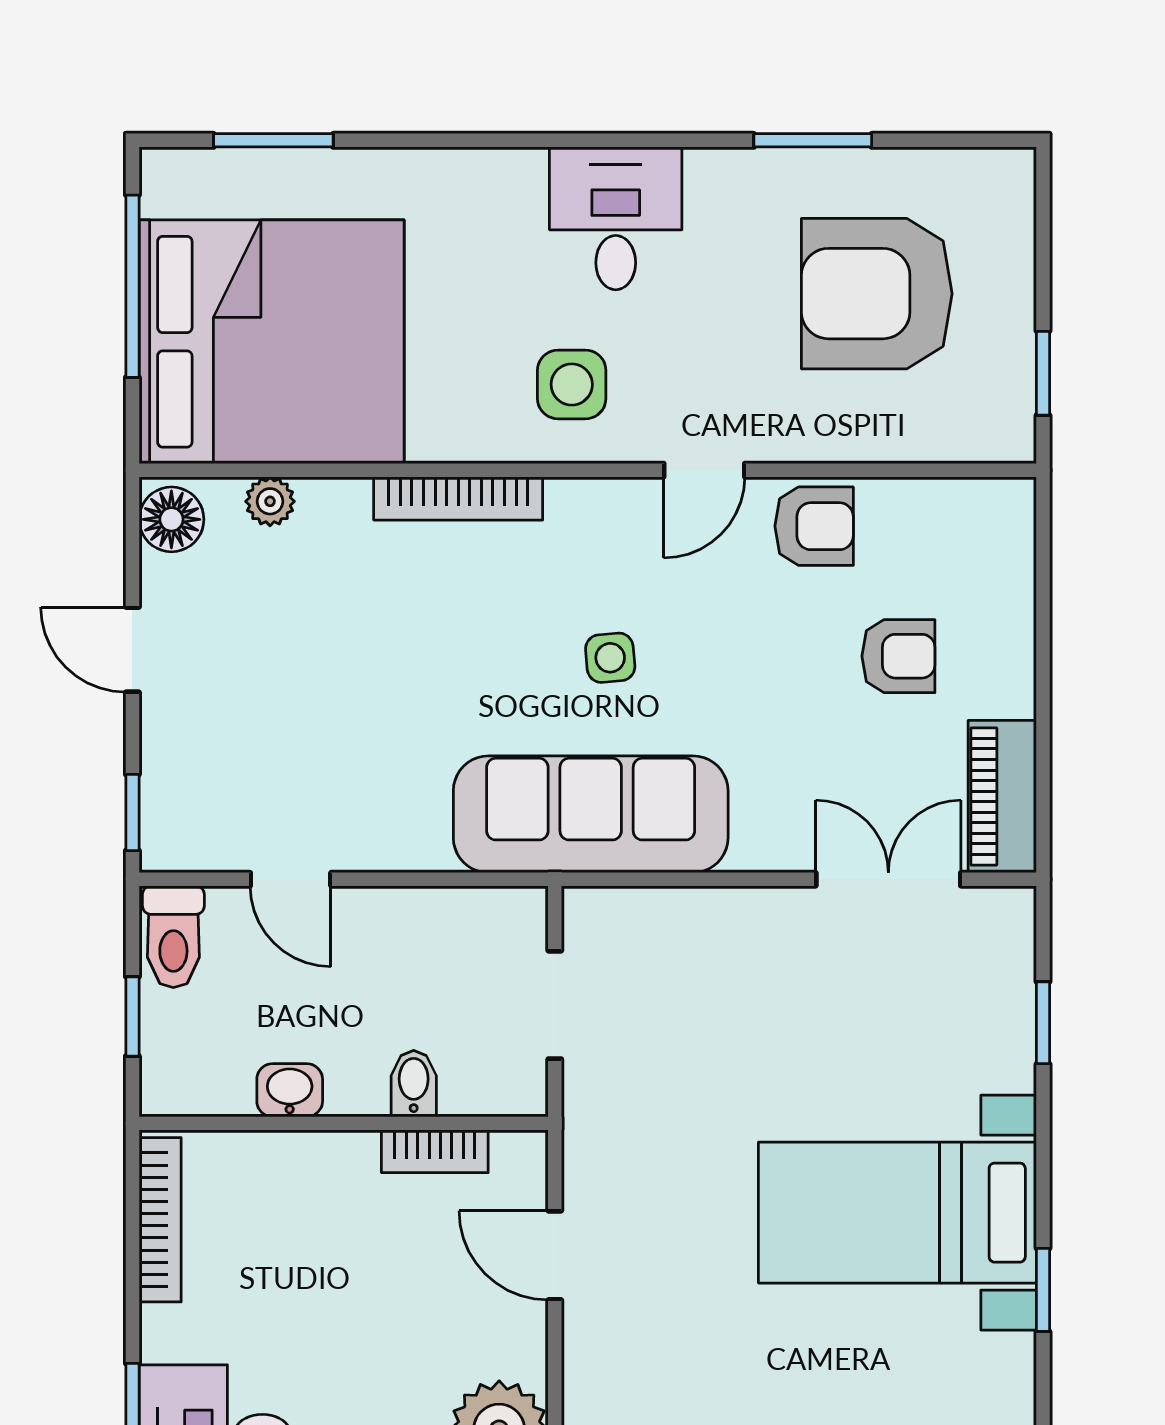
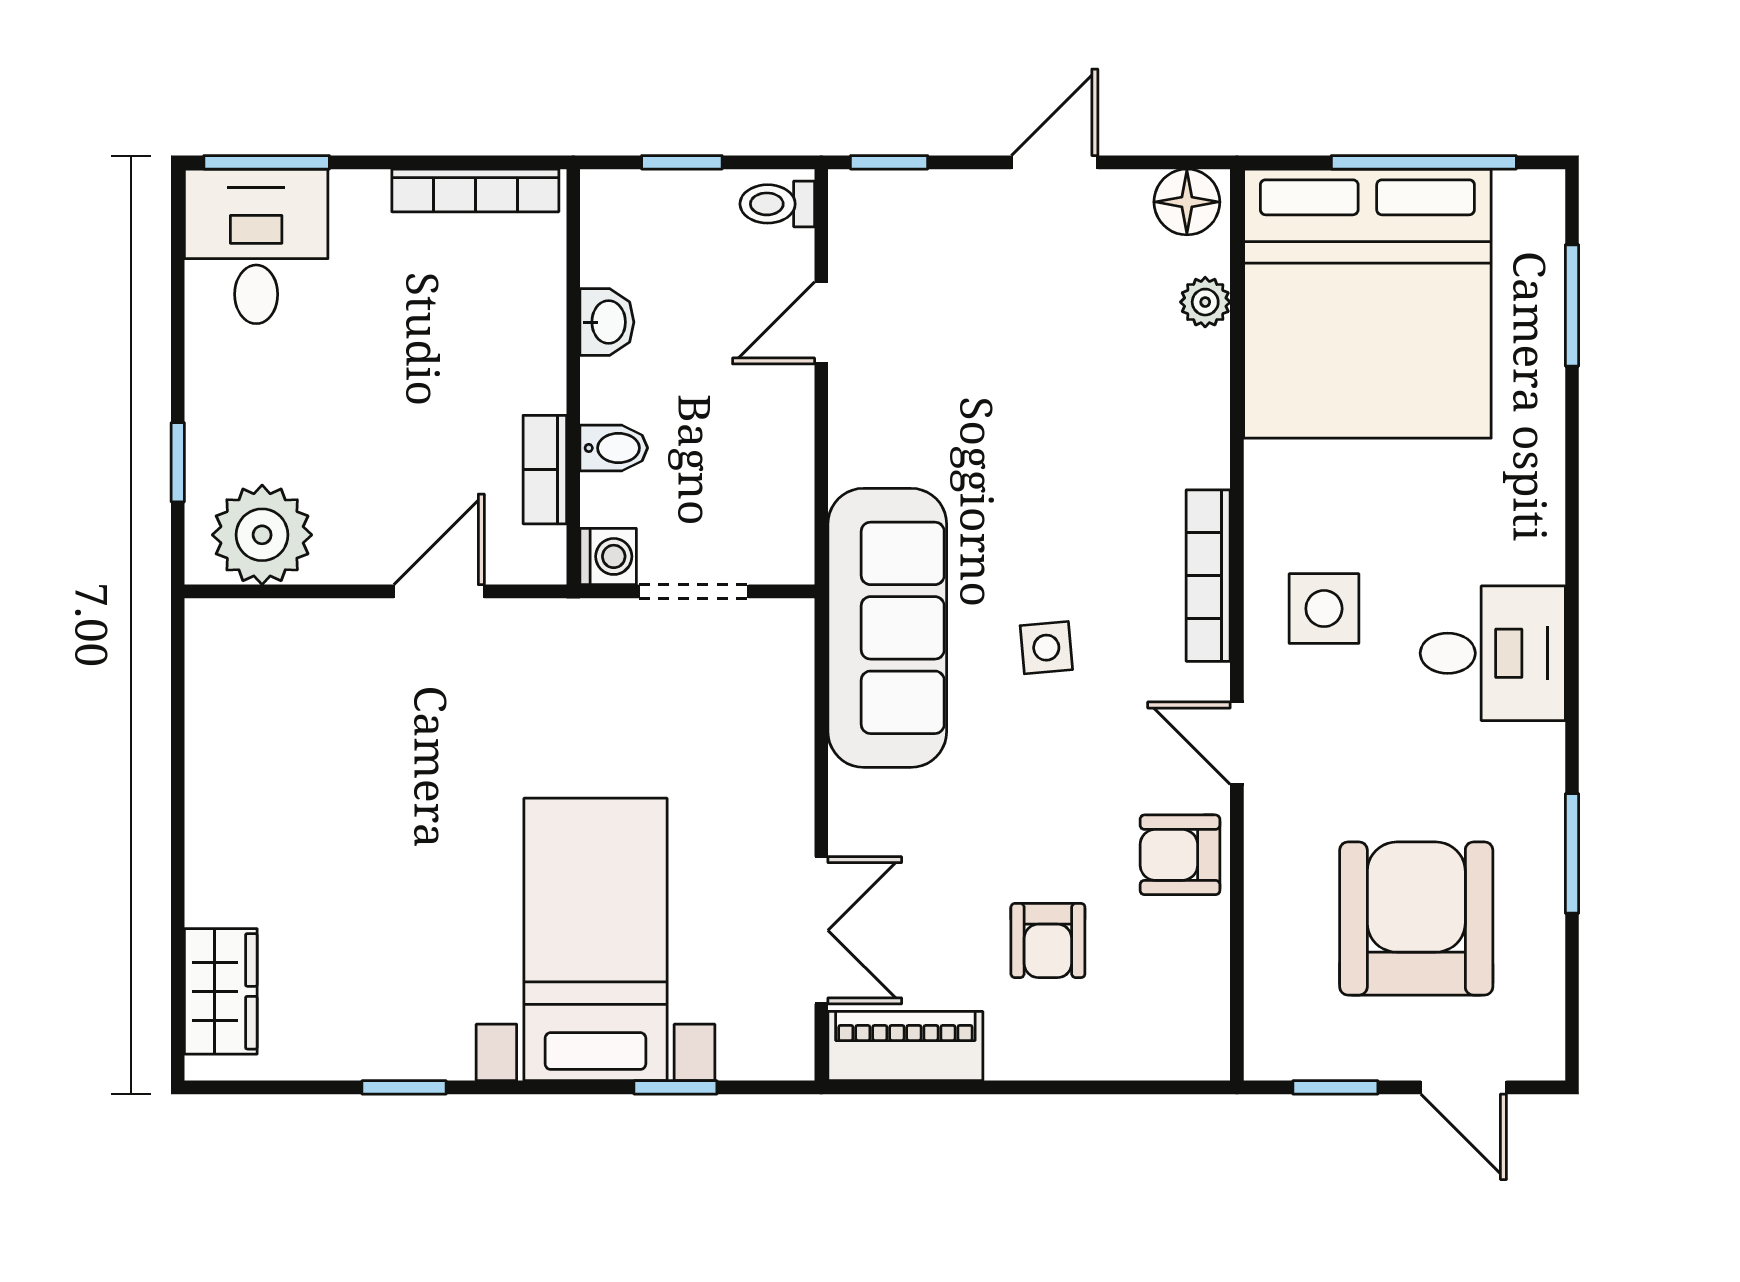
door: (1043, 247) -> (1464, 1087), added
bookcase: (458, 498) -> (1208, 576), moved
armchair: (814, 526) -> (1180, 855), turned 90
toilet: (173, 937) -> (777, 204), width x0.73, depth x0.72
washing machine: (520, 1089) -> (608, 556), added
bed with nightstands: (897, 1213) -> (595, 939), moved

